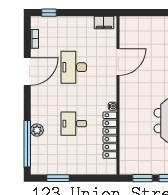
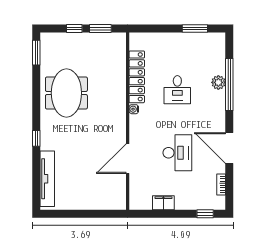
filing cabinet: (104, 23) -> (163, 203), moved
door: (27, 71) -> (229, 148), hinge flipped
desk: (74, 124) -> (177, 90), turned 90
window: (27, 144) -> (229, 84), moved

